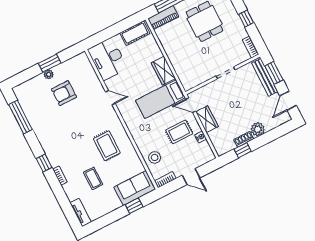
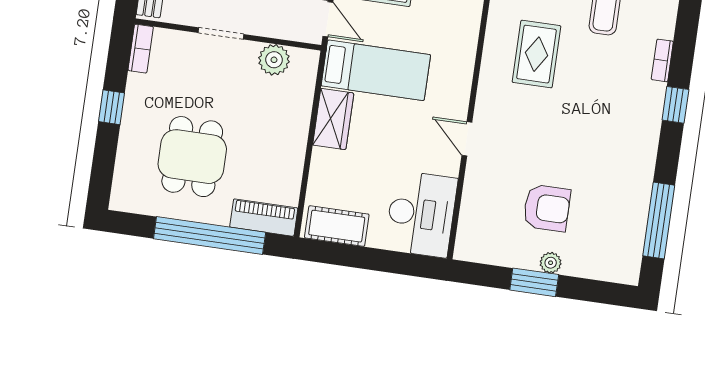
plant: (200, 77) -> (274, 60), added

